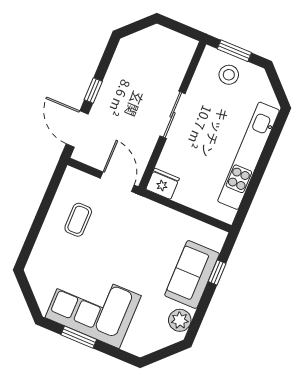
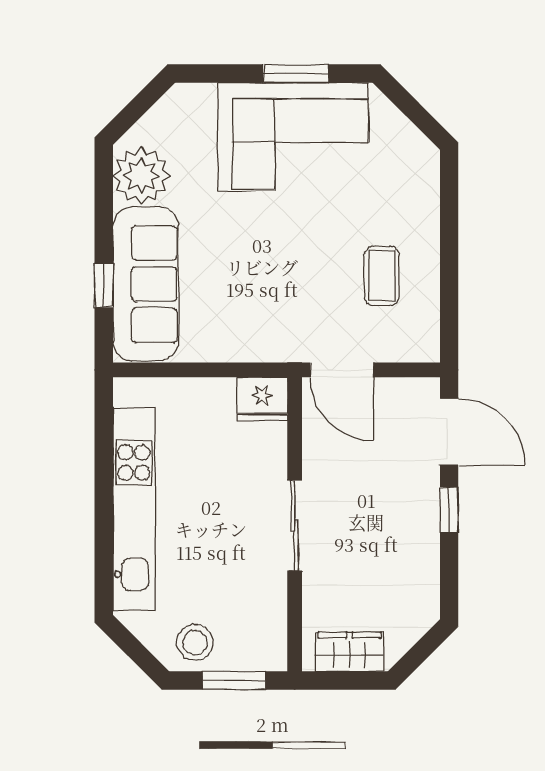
wardrobe: (172, 41) -> (349, 652), added
stool: (229, 75) -> (195, 643), moved
sofa: (192, 274) -> (146, 284), width x1.36
plant: (180, 320) -> (141, 176), width x1.36, depth x1.36

